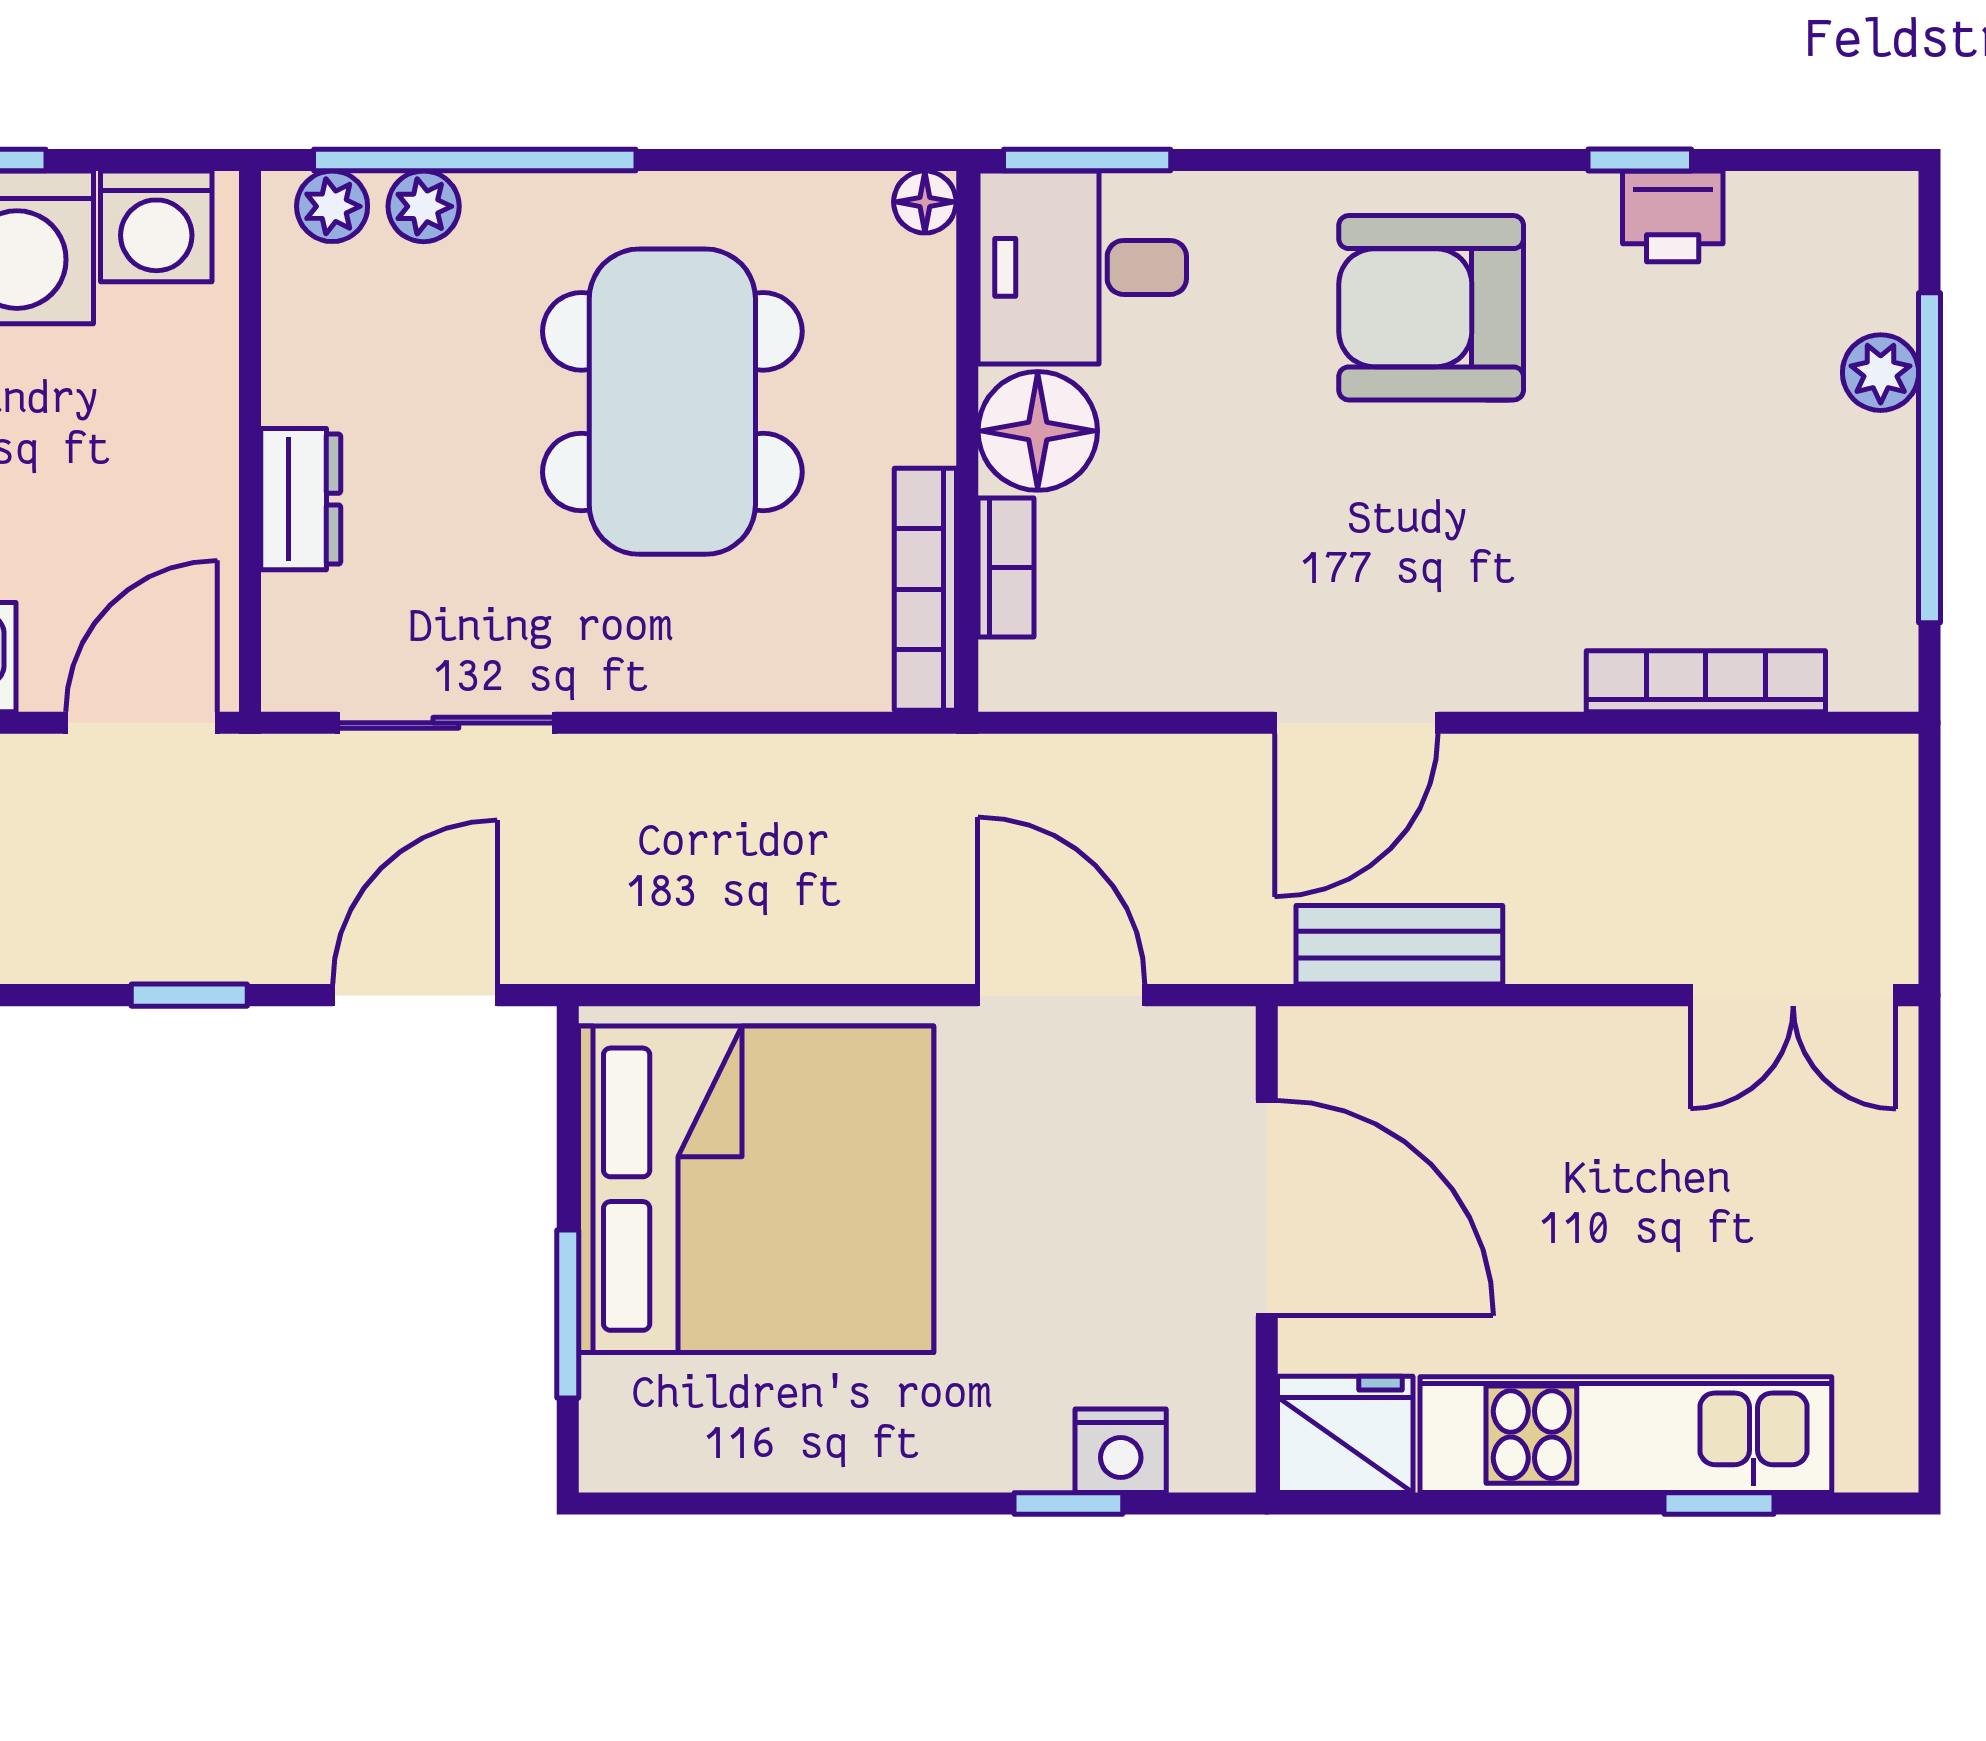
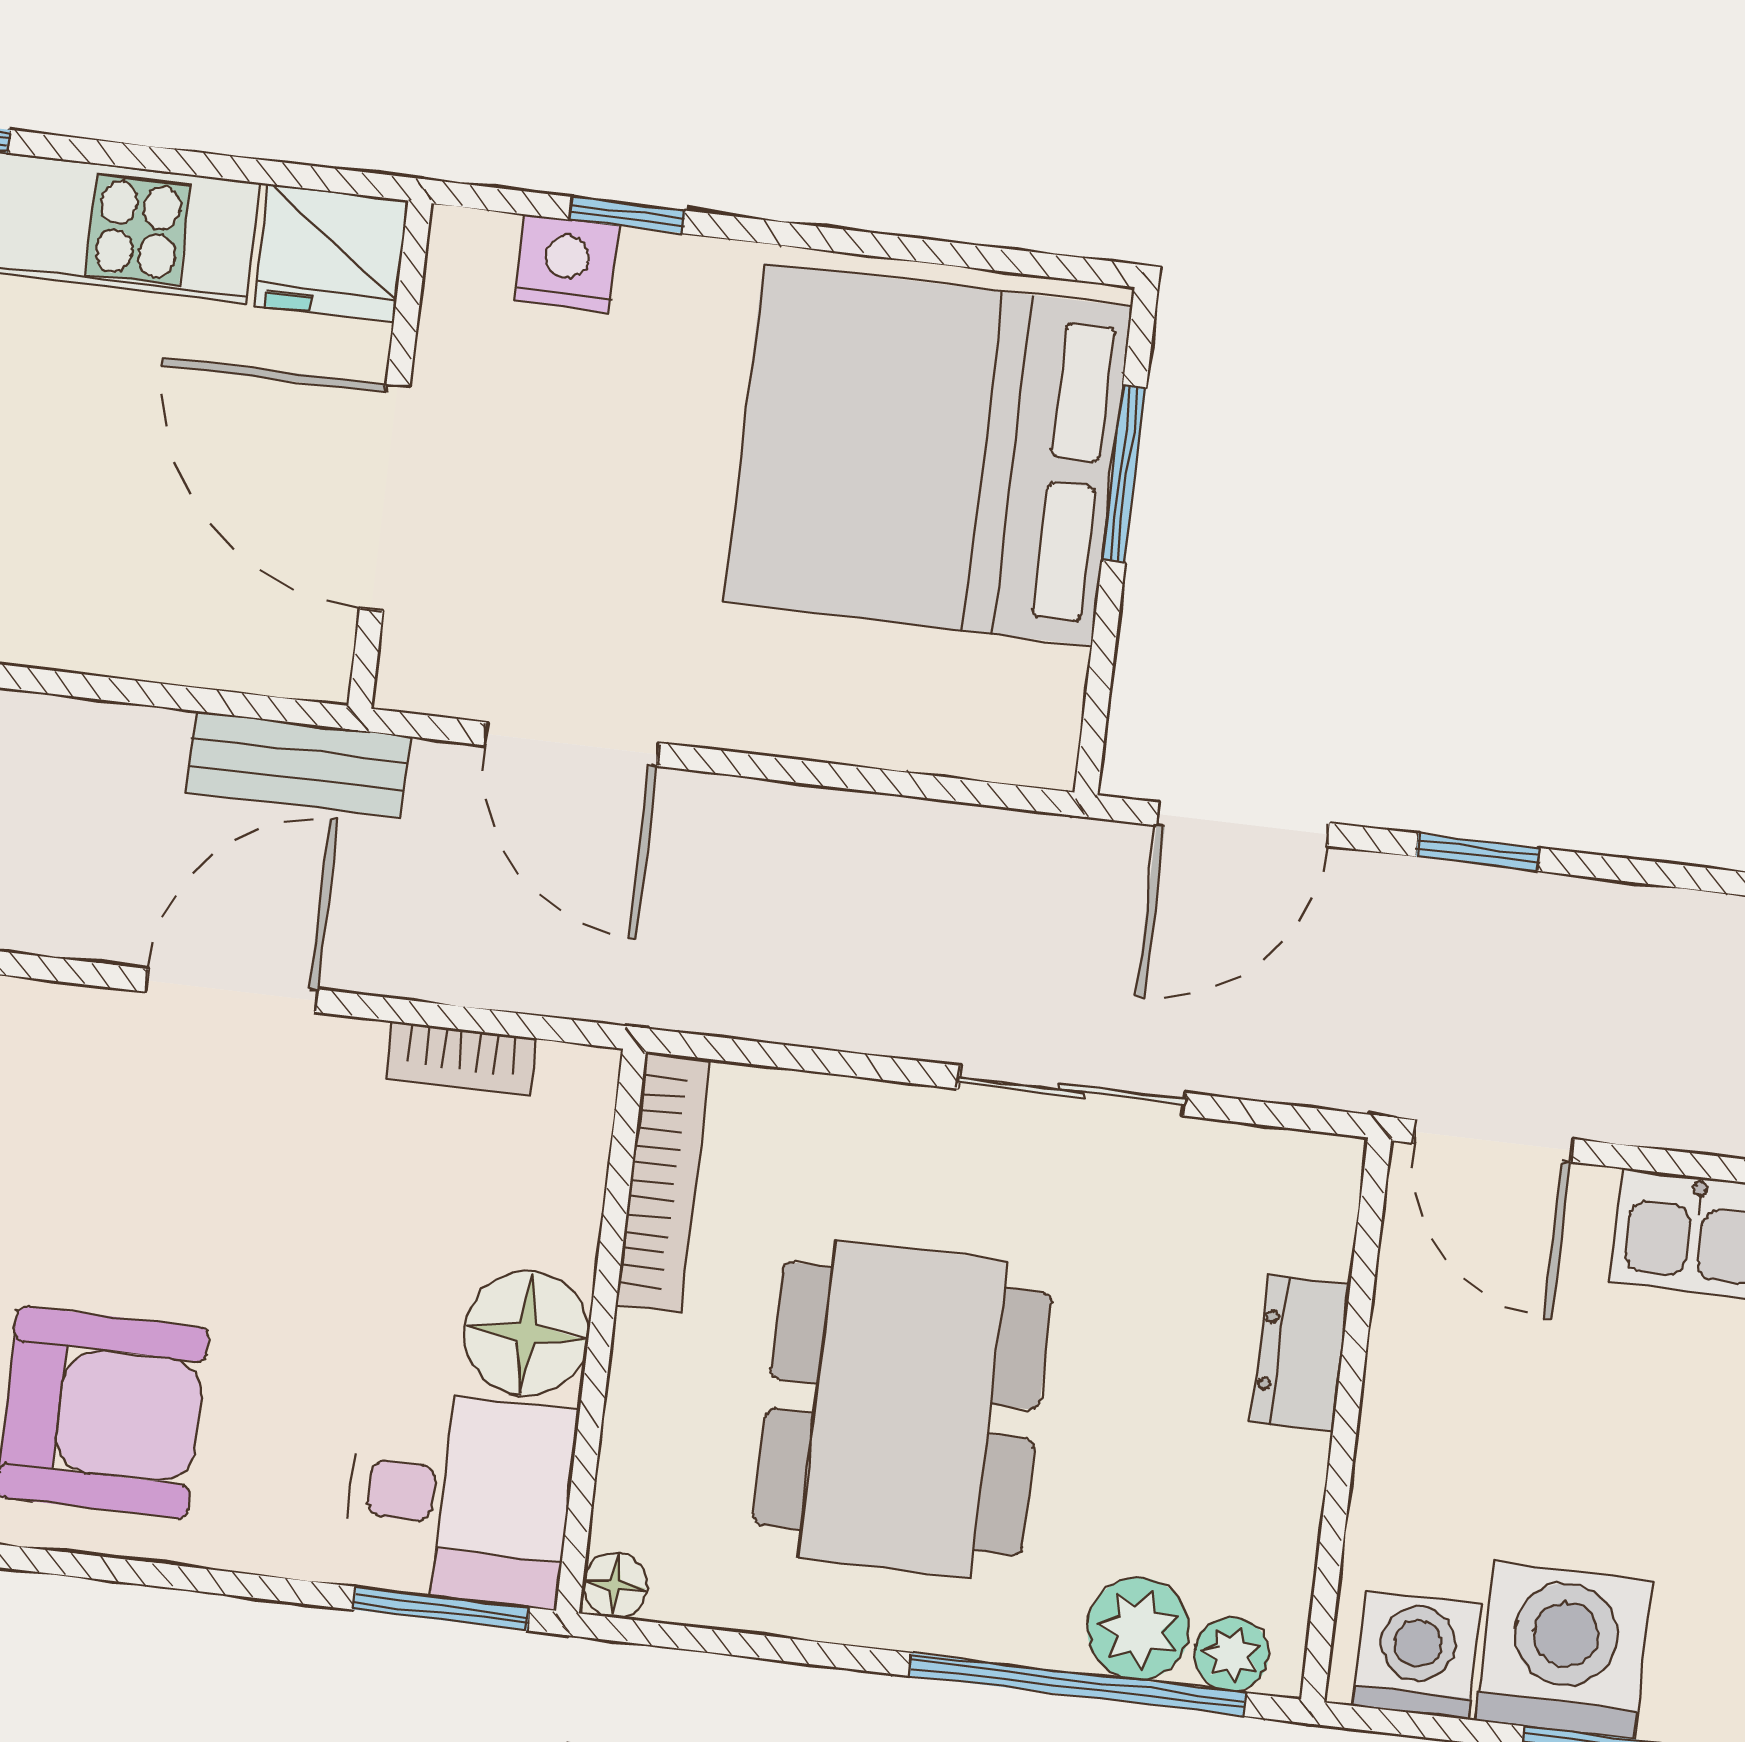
plant: (424, 206) -> (1138, 1629), width x1.38, depth x1.38
bookcase: (1006, 567) -> (461, 1059), moved, turned -90
door: (142, 723) -> (1493, 1141), hinge flipped
sliding door: (446, 723) -> (1072, 1091), moved
bench: (1399, 945) -> (298, 765), moved
bed: (756, 1189) -> (928, 455), moved

